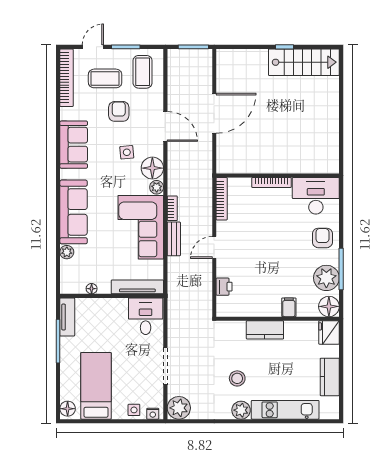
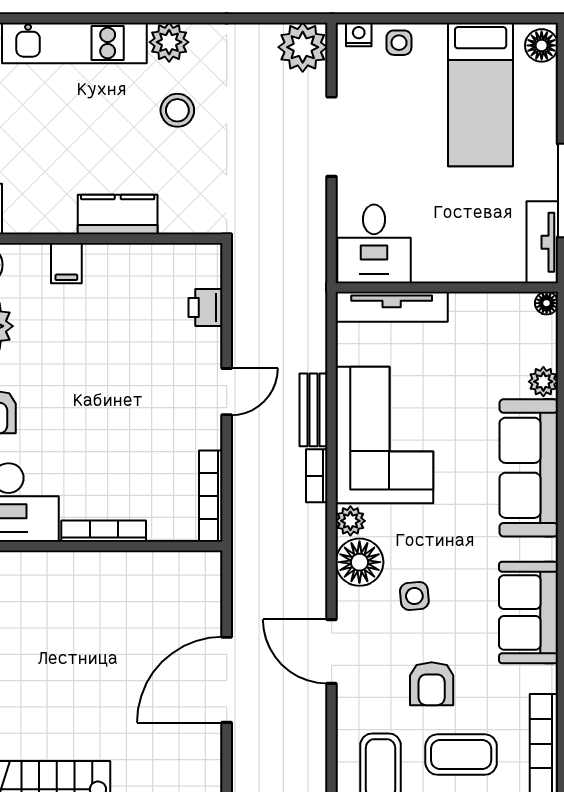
floor lamp: (92, 289) -> (547, 303), moved

